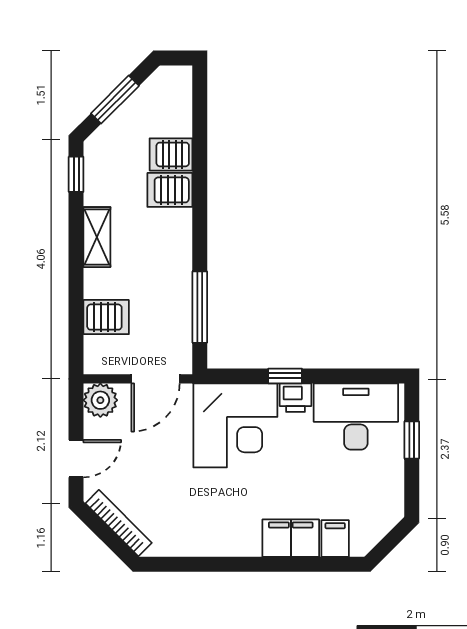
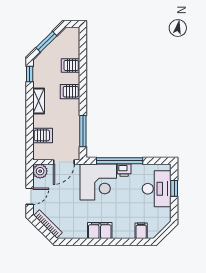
server rack: (170, 190) -> (70, 92), moved
window: (285, 376) -> (120, 161), width x3.17
desk: (356, 417) -> (157, 189), moved, turned 90
filing cabinet: (291, 538) -> (100, 231), moved

